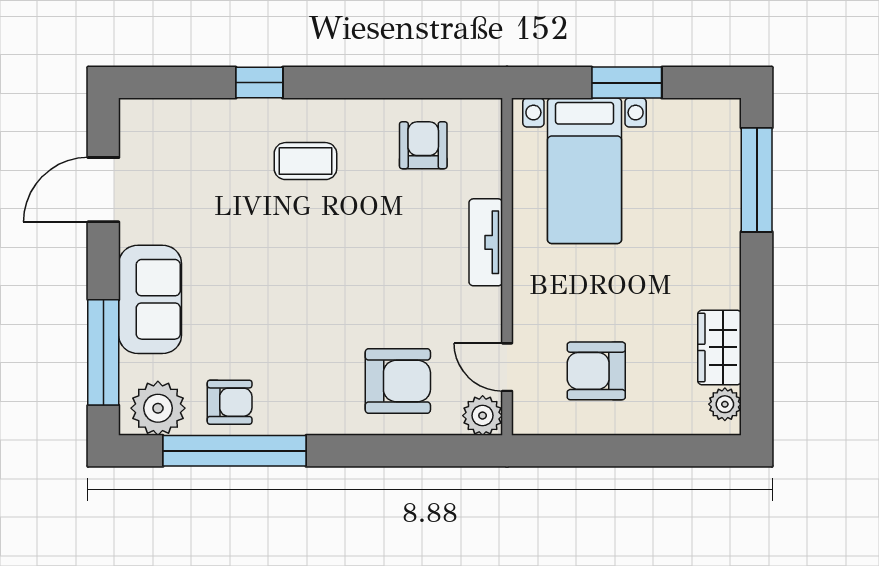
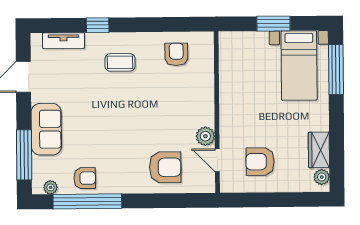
bed with nightstands: (584, 171) -> (299, 66), moved
tv unit: (486, 242) -> (64, 41), moved, turned -90
plant: (158, 408) -> (51, 187), width x0.53, depth x0.53
plant: (483, 416) -> (205, 136), moved

